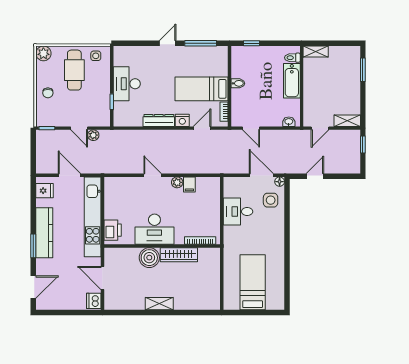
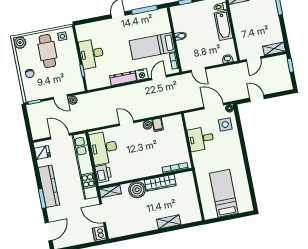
door: (315, 176) -> (257, 98), hinge flipped
desk: (154, 229) -> (104, 148), moved, turned 90
shelving: (117, 253) -> (110, 191), added
shelving: (159, 304) -> (169, 222), moved

